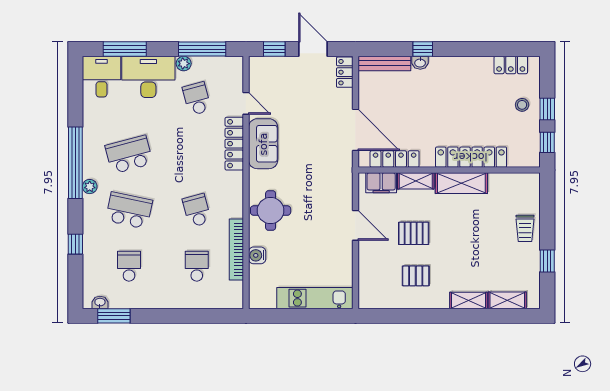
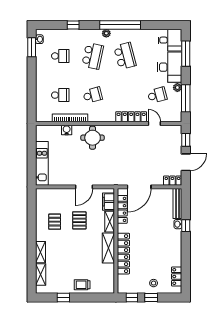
door: (246, 103) -> (154, 124), swing flipped
sofa: (263, 144) -> (131, 133), removed

